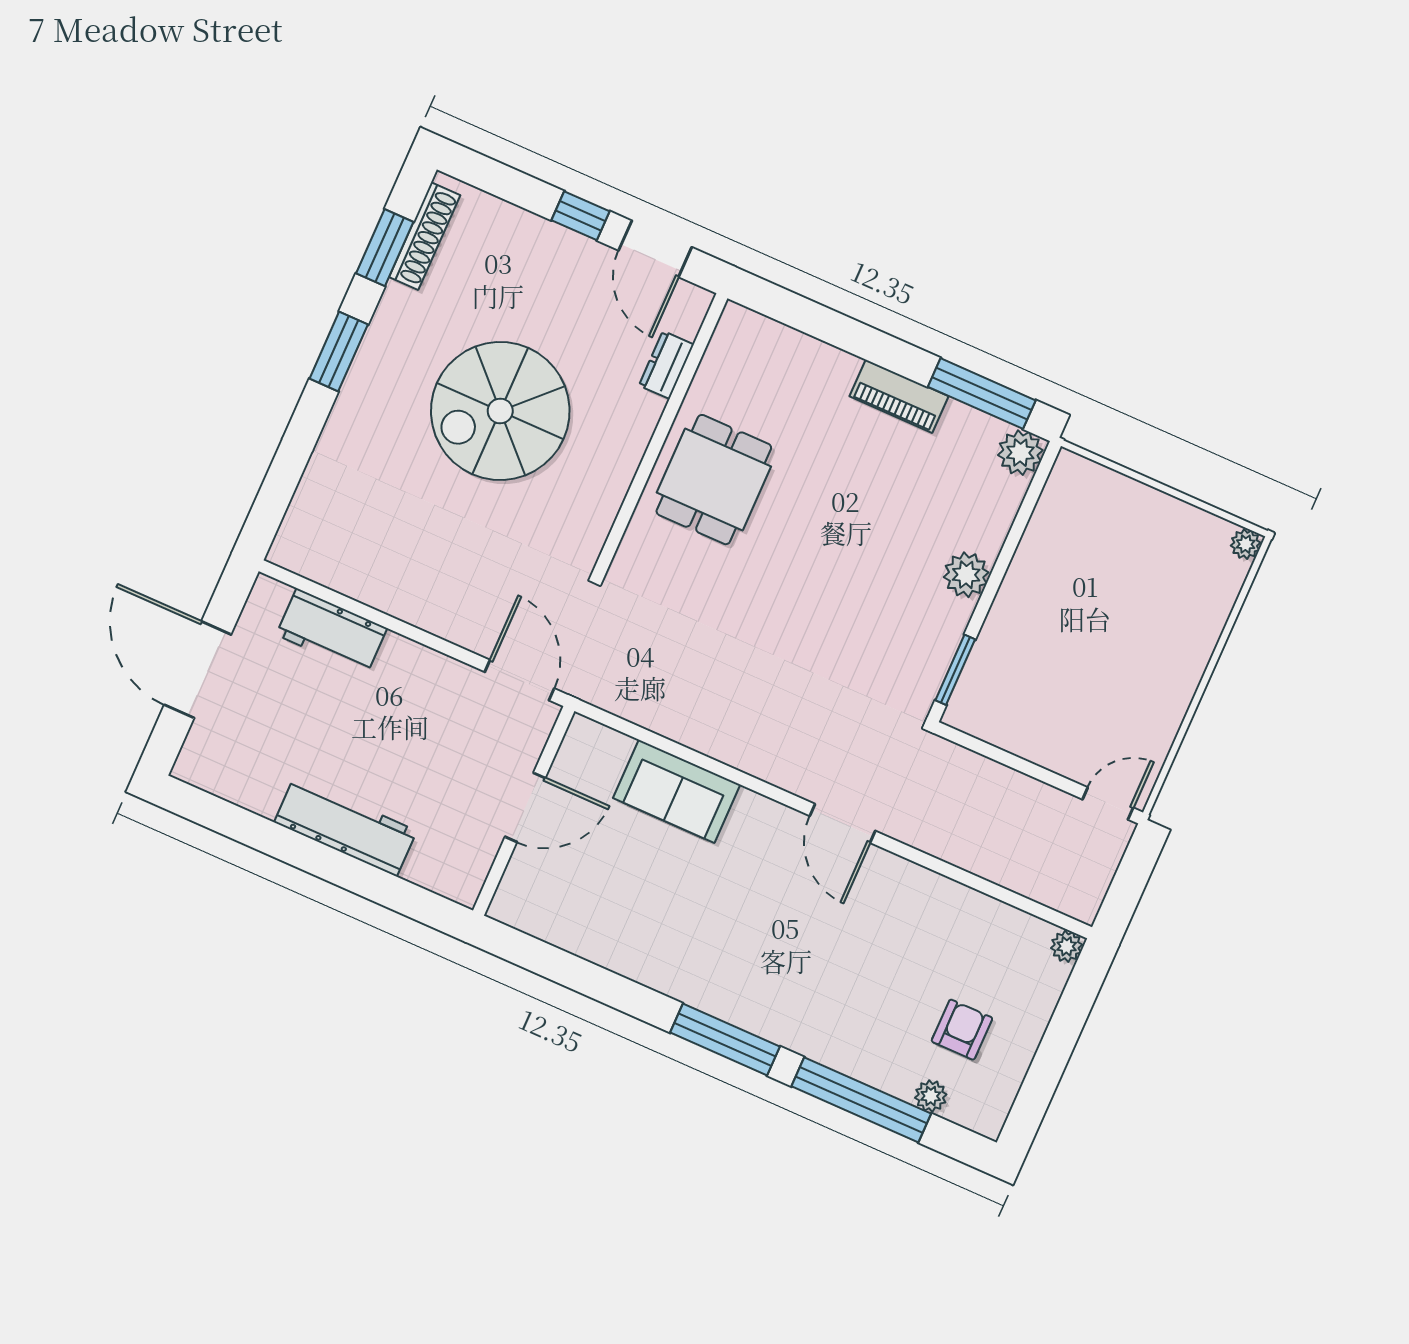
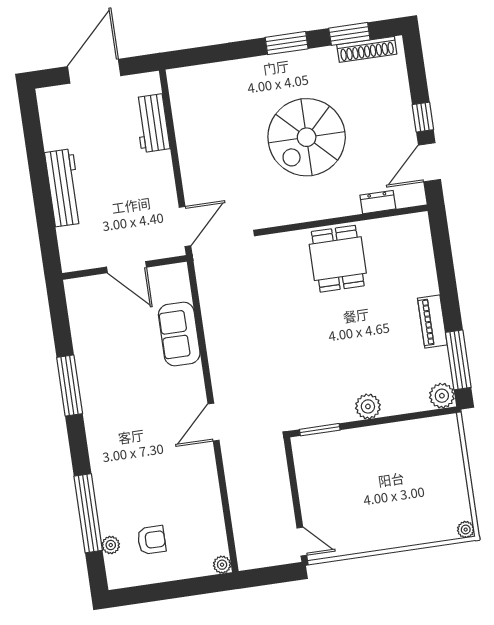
spiral stairs: (500, 411) -> (307, 137), turned -90
dining table: (714, 480) -> (338, 259), turned 90
window: (725, 1040) -> (70, 386), moved

